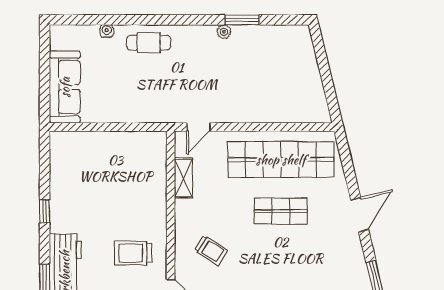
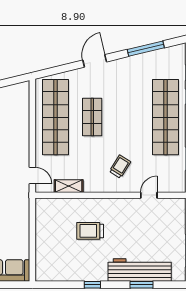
door: (360, 215) -> (95, 61), hinge flipped
trolley: (133, 253) -> (90, 231), moved, turned 90

